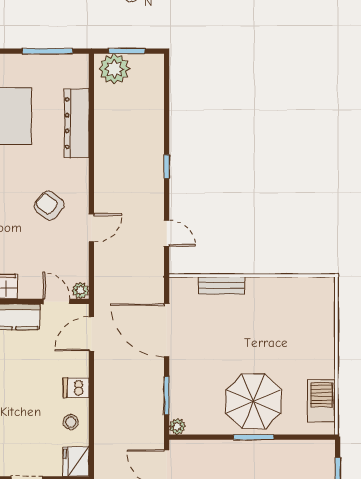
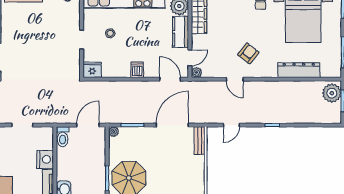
bench: (221, 286) -> (200, 141), moved
stool: (71, 422) -> (110, 33), moved

